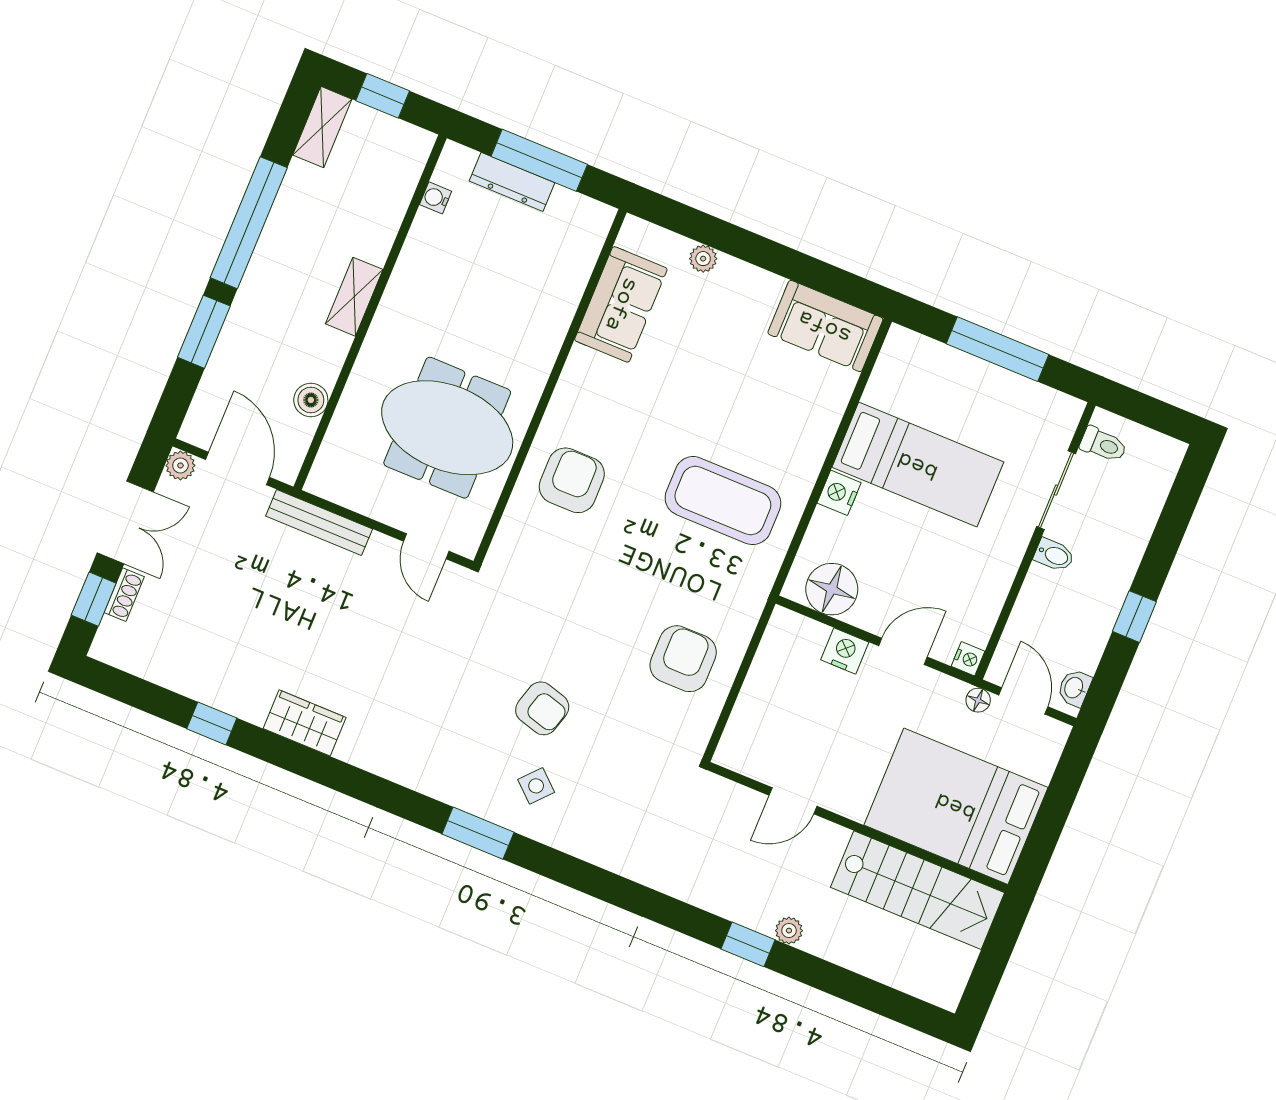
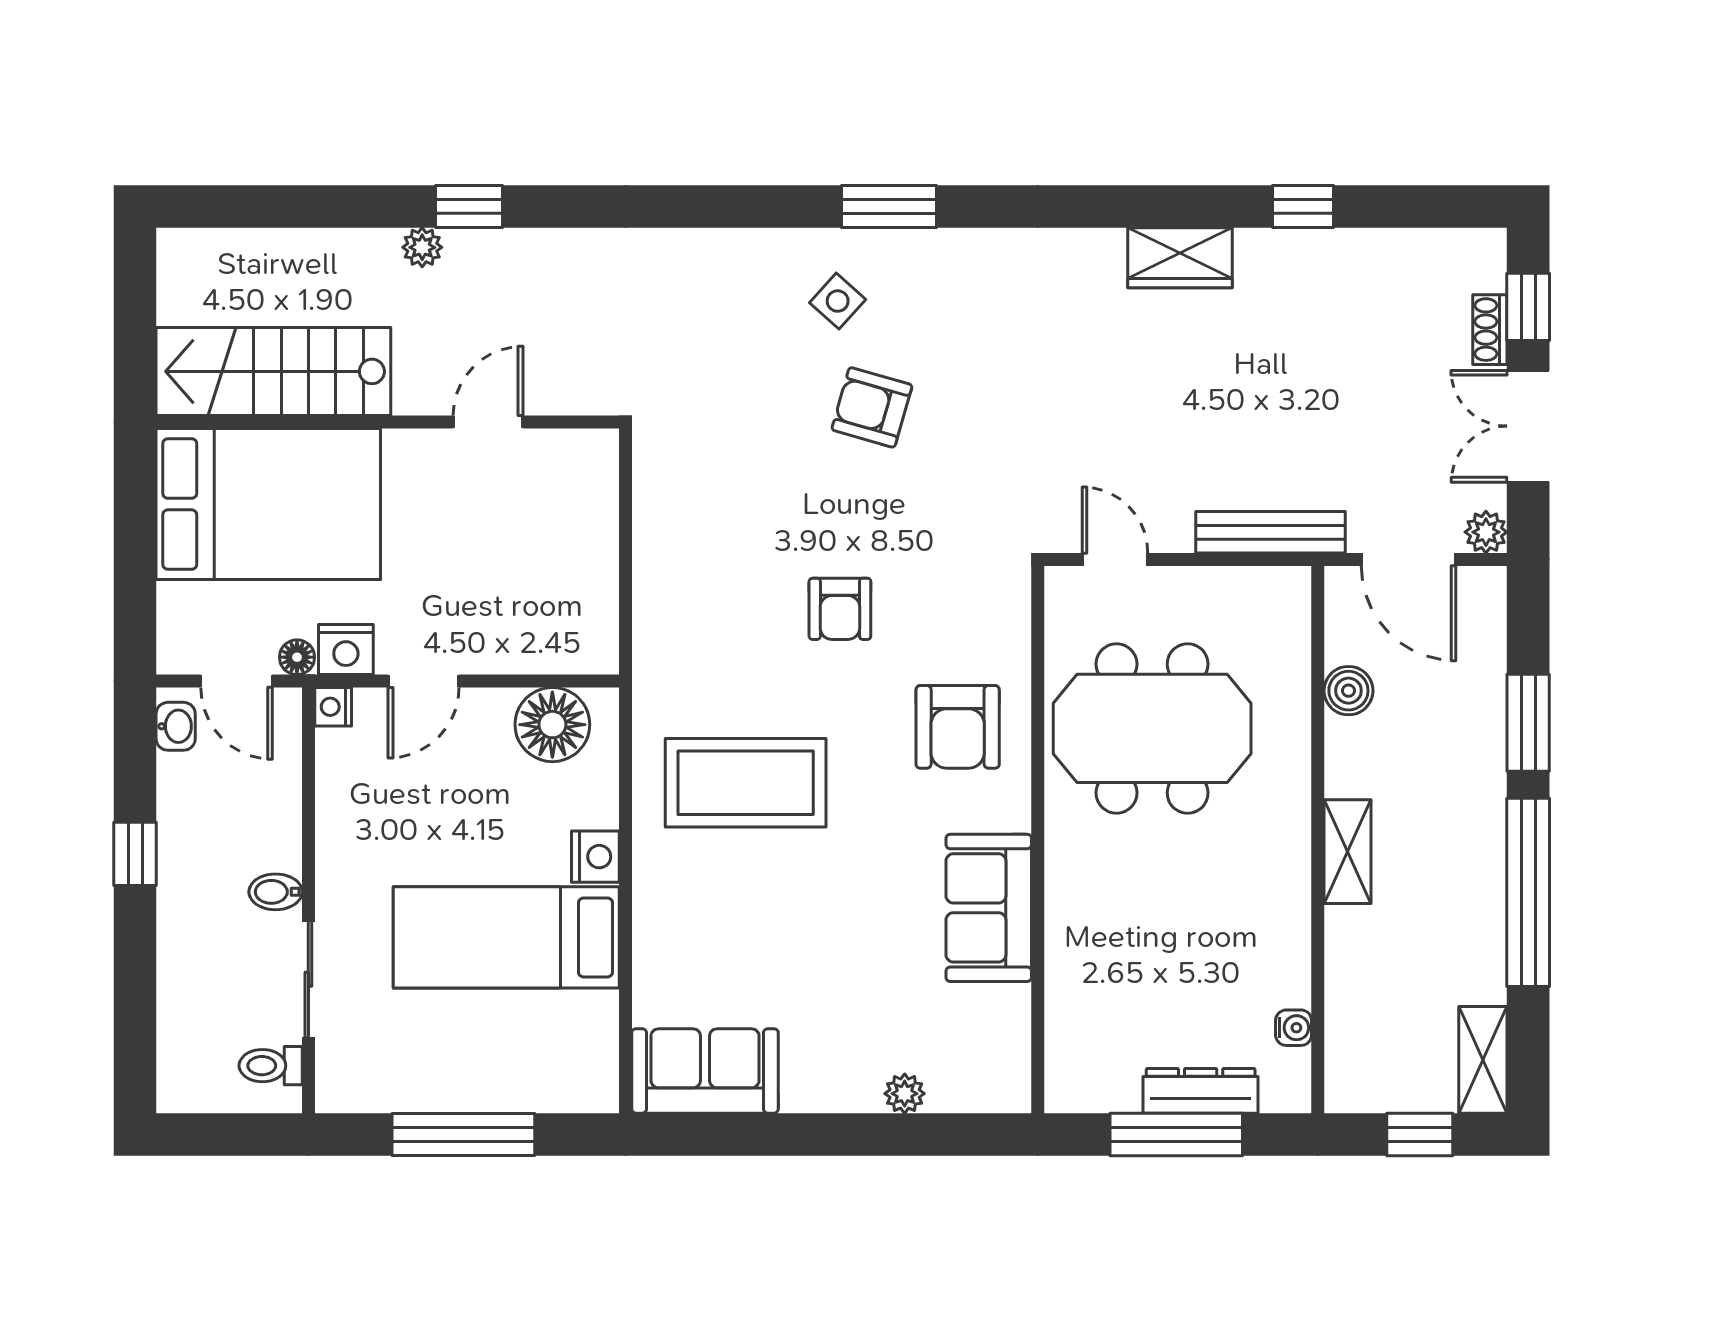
sofa: (621, 304) -> (989, 908), moved
nightstand: (845, 651) -> (346, 650), moved
armchair: (683, 659) -> (840, 609), moved, width x0.72, depth x0.72

